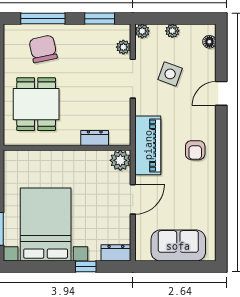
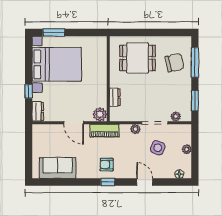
plant: (142, 31) -> (135, 129), moved
piano: (148, 145) -> (105, 131), width x0.73, depth x0.75
window: (221, 148) -> (108, 182), added
sofa: (178, 246) -> (58, 168), moved, turned -90

